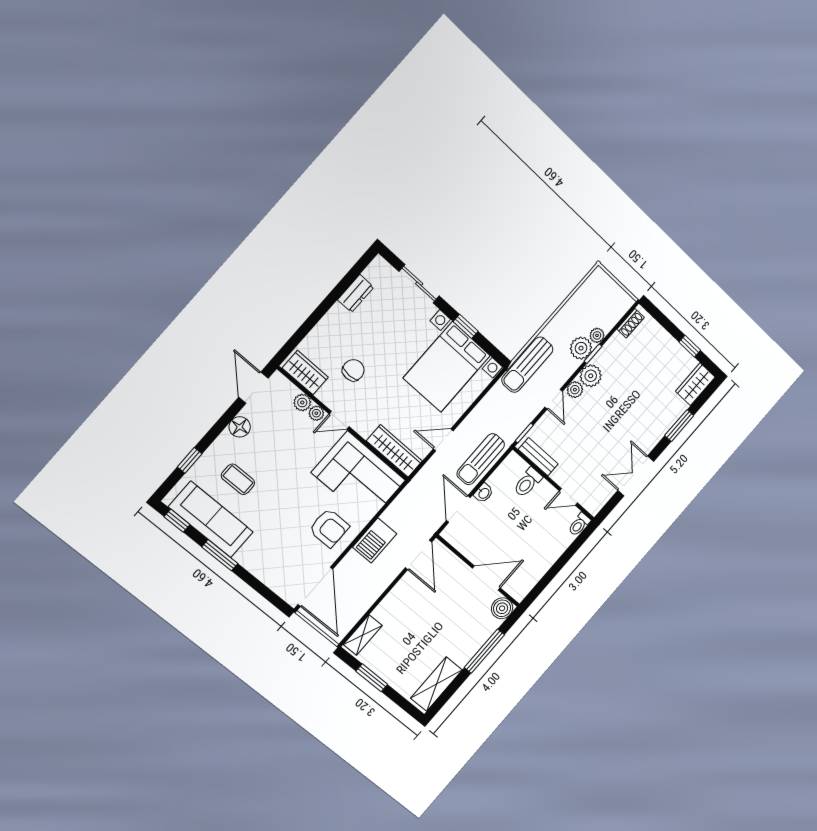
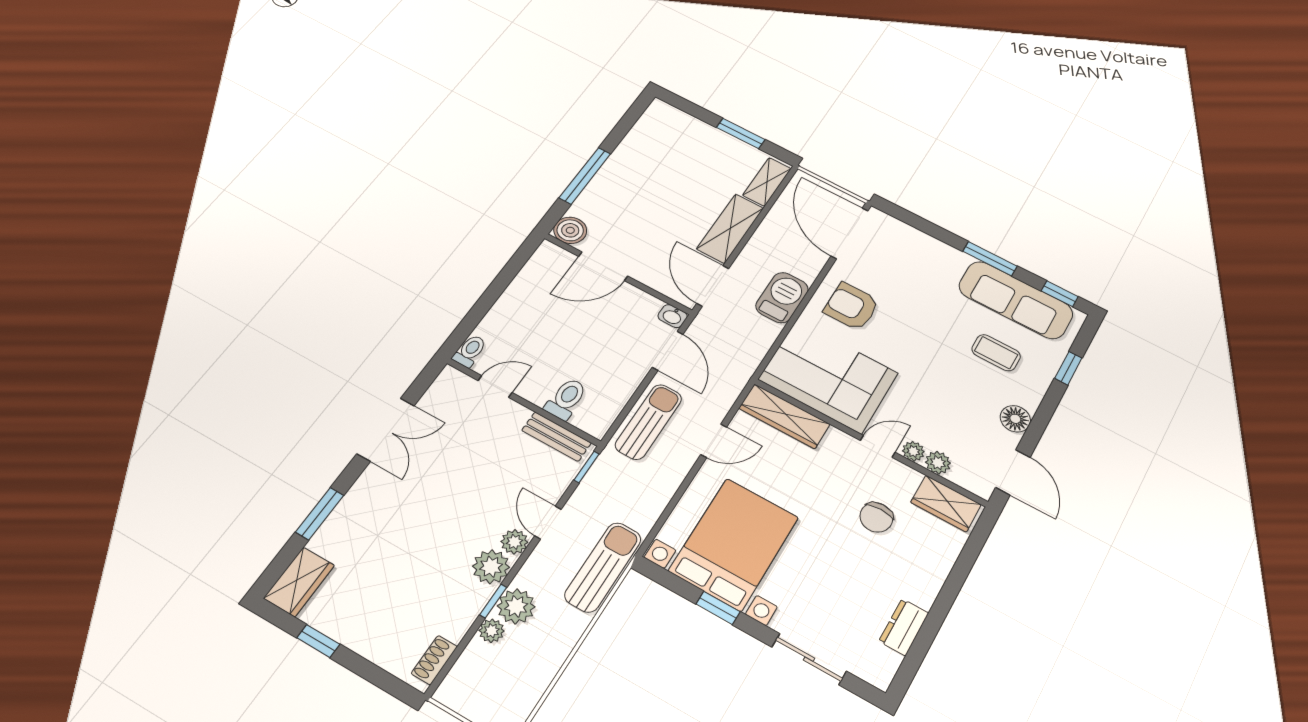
washbasin: (484, 493) -> (673, 316), moved, turned -90
shelving: (436, 684) -> (730, 228), moved

